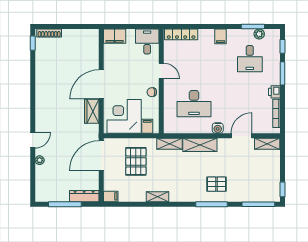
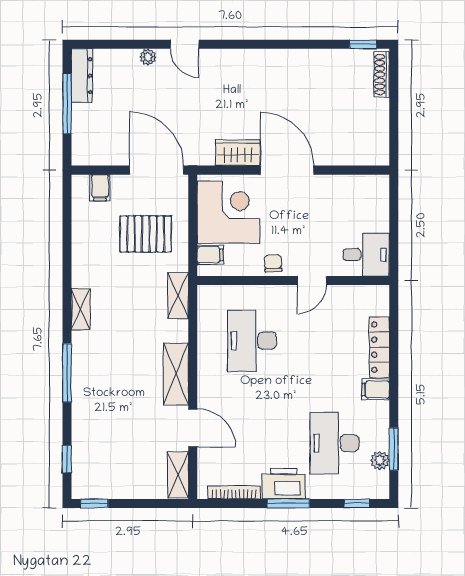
locker: (181, 34) -> (379, 347), moved
filing cabinet: (115, 36) -> (376, 195), removed
desk: (250, 59) -> (335, 443), width x1.37
window: (283, 73) -> (288, 503), moved
printer: (274, 92) -> (284, 484), width x1.87, depth x1.48
water cooler: (218, 128) -> (207, 384), removed
shelving: (200, 145) -> (176, 374), moved
pallet: (216, 184) -> (104, 382), removed
dresser: (84, 196) -> (82, 76), moved
filing cabinet: (111, 196) -> (100, 188), moved
shelving: (157, 197) -> (81, 309), moved
window: (258, 204) -> (67, 459), width x0.46

